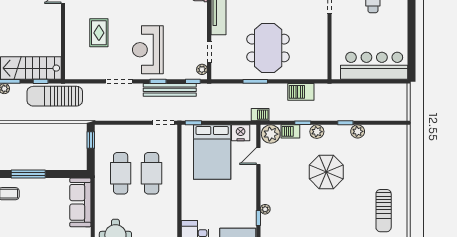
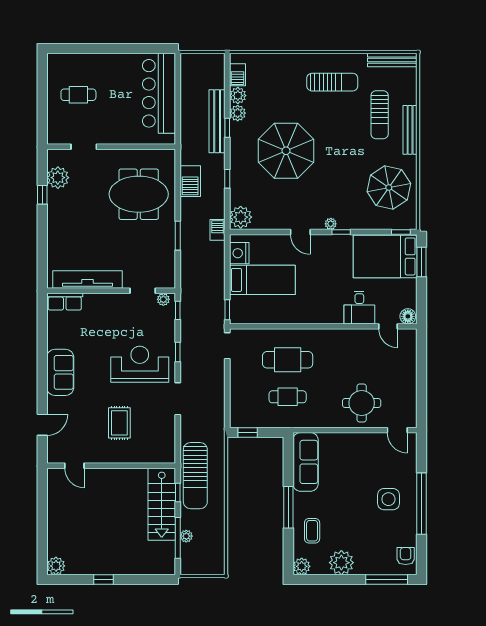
rug: (99, 33) -> (119, 423), turned 90
meeting table: (268, 48) -> (139, 194), moved
reception desk: (148, 50) -> (140, 364), turned 180
bench: (170, 90) -> (217, 121), moved
barbecue: (290, 131) -> (238, 75), moved
plant: (317, 132) -> (238, 96), moved
bed: (212, 152) -> (262, 280), width x0.67
door: (258, 156) -> (300, 232), moved
parasol: (326, 172) -> (286, 151), width x1.36, depth x1.36
cafe table: (121, 173) -> (288, 397), width x0.73, depth x0.74
sofa: (80, 202) -> (306, 462), moved, turned -90

